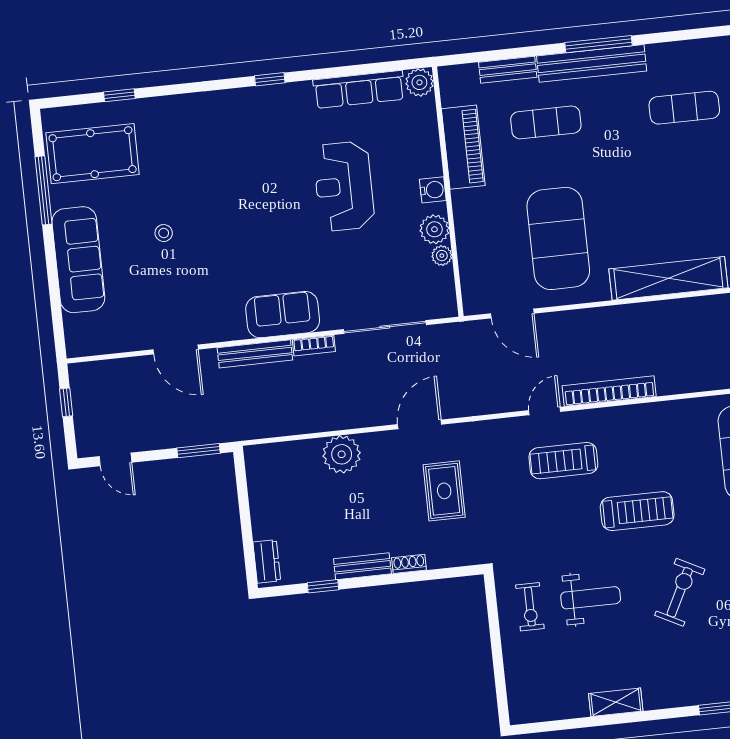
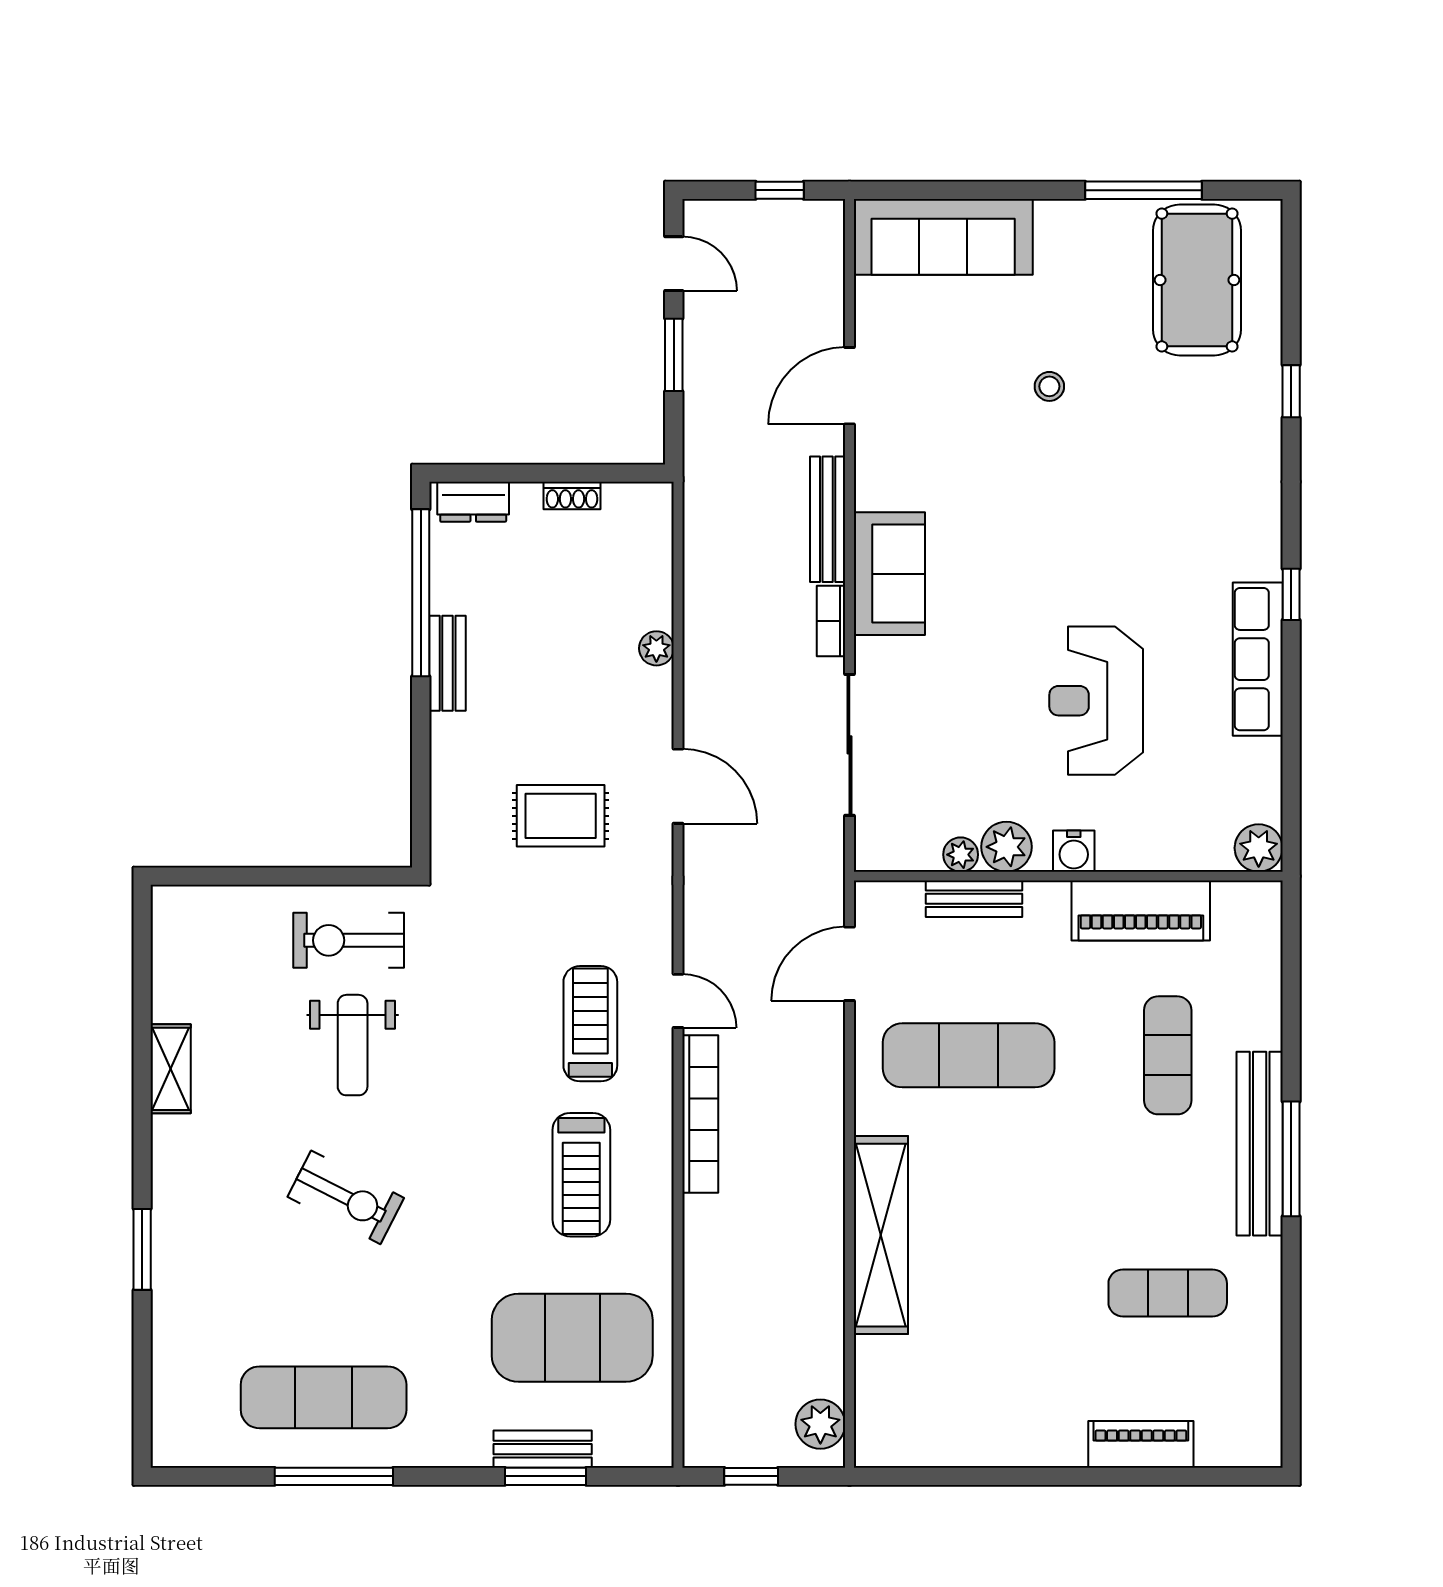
bench: (508, 70) -> (974, 899), moved, turned 90
row of seats: (359, 89) -> (1258, 659), moved
window: (119, 95) -> (1291, 391), moved
exercise mat: (684, 108) -> (1168, 1293), turned 90
reception desk: (344, 186) -> (1096, 701), turned -90
exercise mat: (558, 238) -> (969, 1055), width x0.68
sofa: (78, 260) -> (943, 237), moved
window: (199, 451) -> (674, 355), moved
plant: (342, 454) -> (656, 648), width x0.53, depth x0.53
door: (116, 459) -> (674, 264), swing flipped
treadmill: (637, 511) -> (581, 1175), moved
shoe rack: (409, 564) -> (572, 496), moved, turned 90
window: (323, 586) -> (421, 593), width x3.17
exercise bike: (530, 607) -> (349, 940), width x1.38, depth x1.39

